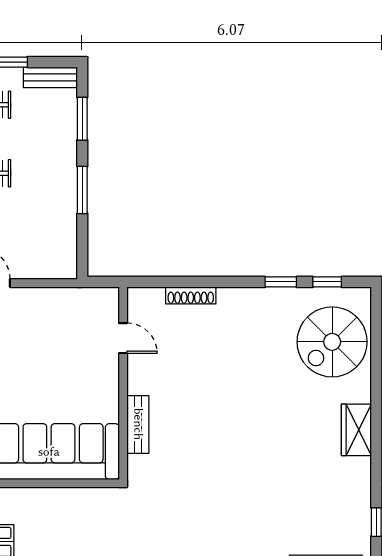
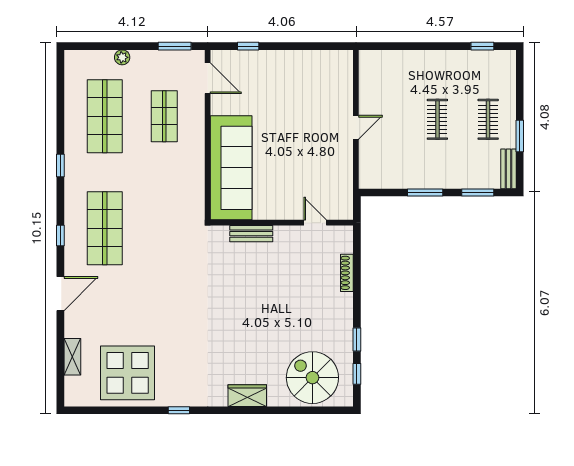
door: (123, 338) -> (315, 223), swing flipped

